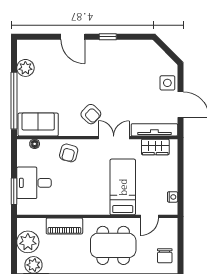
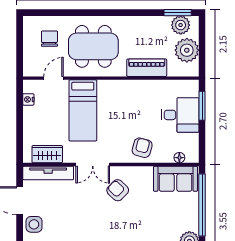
chair: (165, 256) -> (49, 39), moved

